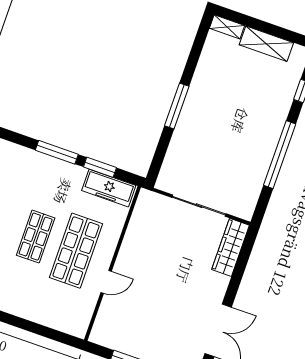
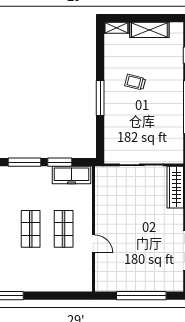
trolley: (227, 102) -> (135, 82), added
shop shelf: (76, 251) -> (64, 229), width x0.70, depth x0.74
door: (106, 282) -> (93, 244), hinge flipped

